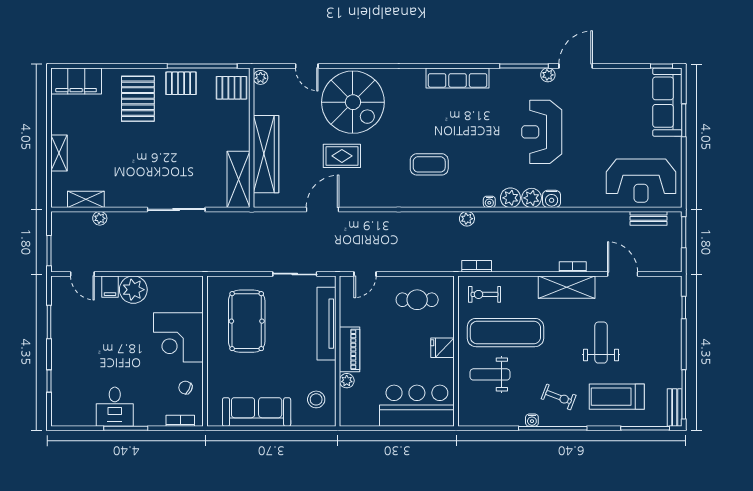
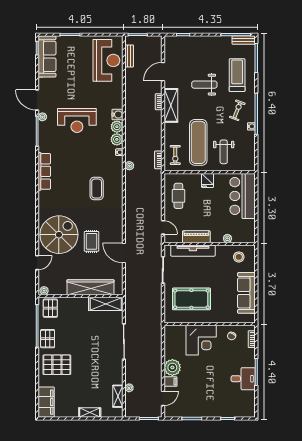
sofa: (667, 102) -> (47, 56), moved, turned -90
piano: (350, 349) -> (196, 237), moved
treadmill: (617, 397) -> (237, 75), turned 180

